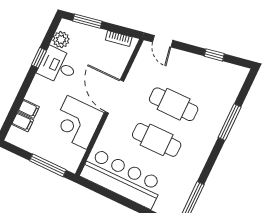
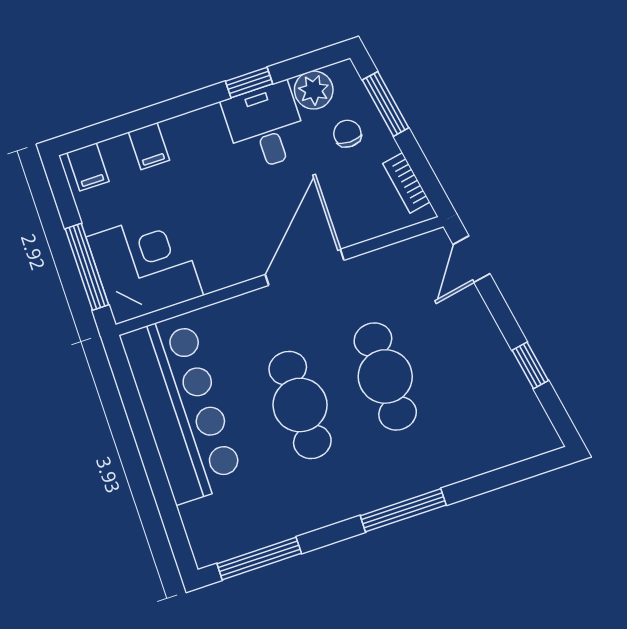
chair: (85, 42) -> (347, 134), added
filing cabinet: (23, 122) -> (88, 167), moved
corner desk: (77, 122) -> (145, 266), moved, turned 90
window: (230, 122) -> (403, 510), moved

